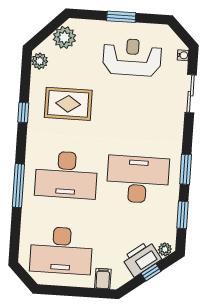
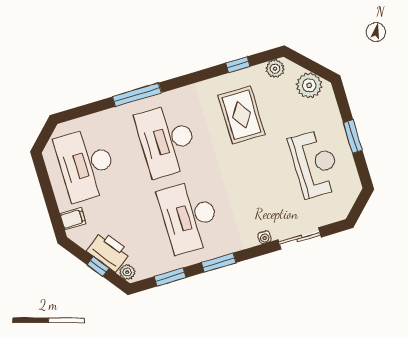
water cooler: (183, 55) -> (264, 237), moved
window: (23, 113) -> (238, 65), moved
desk: (138, 180) -> (190, 217), turned 180

